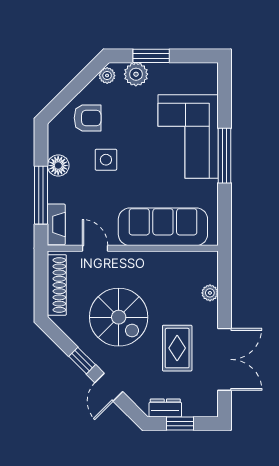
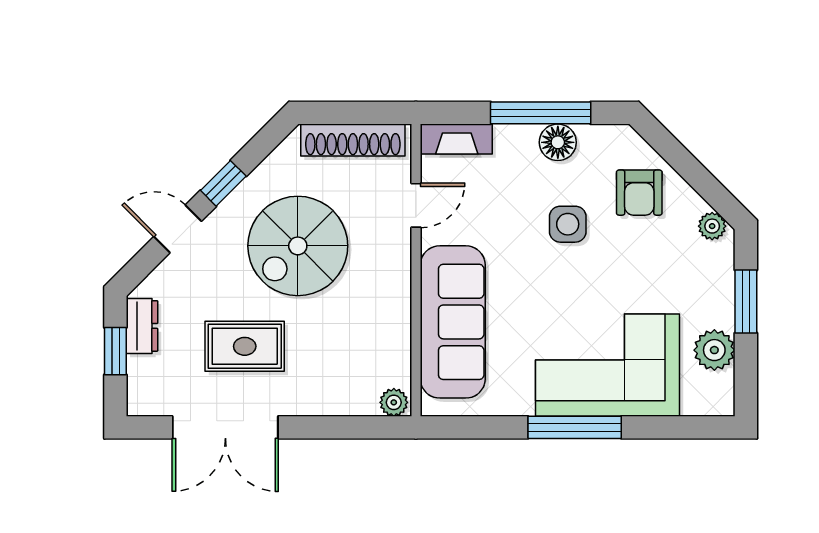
plant: (136, 74) -> (714, 350), moved
window: (41, 195) -> (541, 113), moved
plant: (210, 293) -> (394, 402), moved

